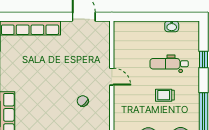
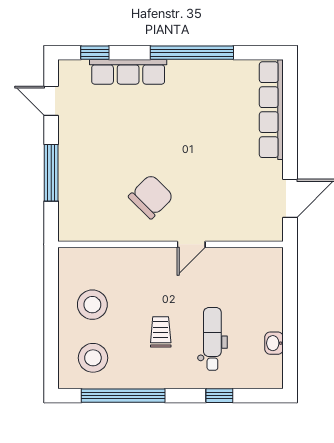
chair: (83, 101) -> (151, 197), width x1.87, depth x1.87

